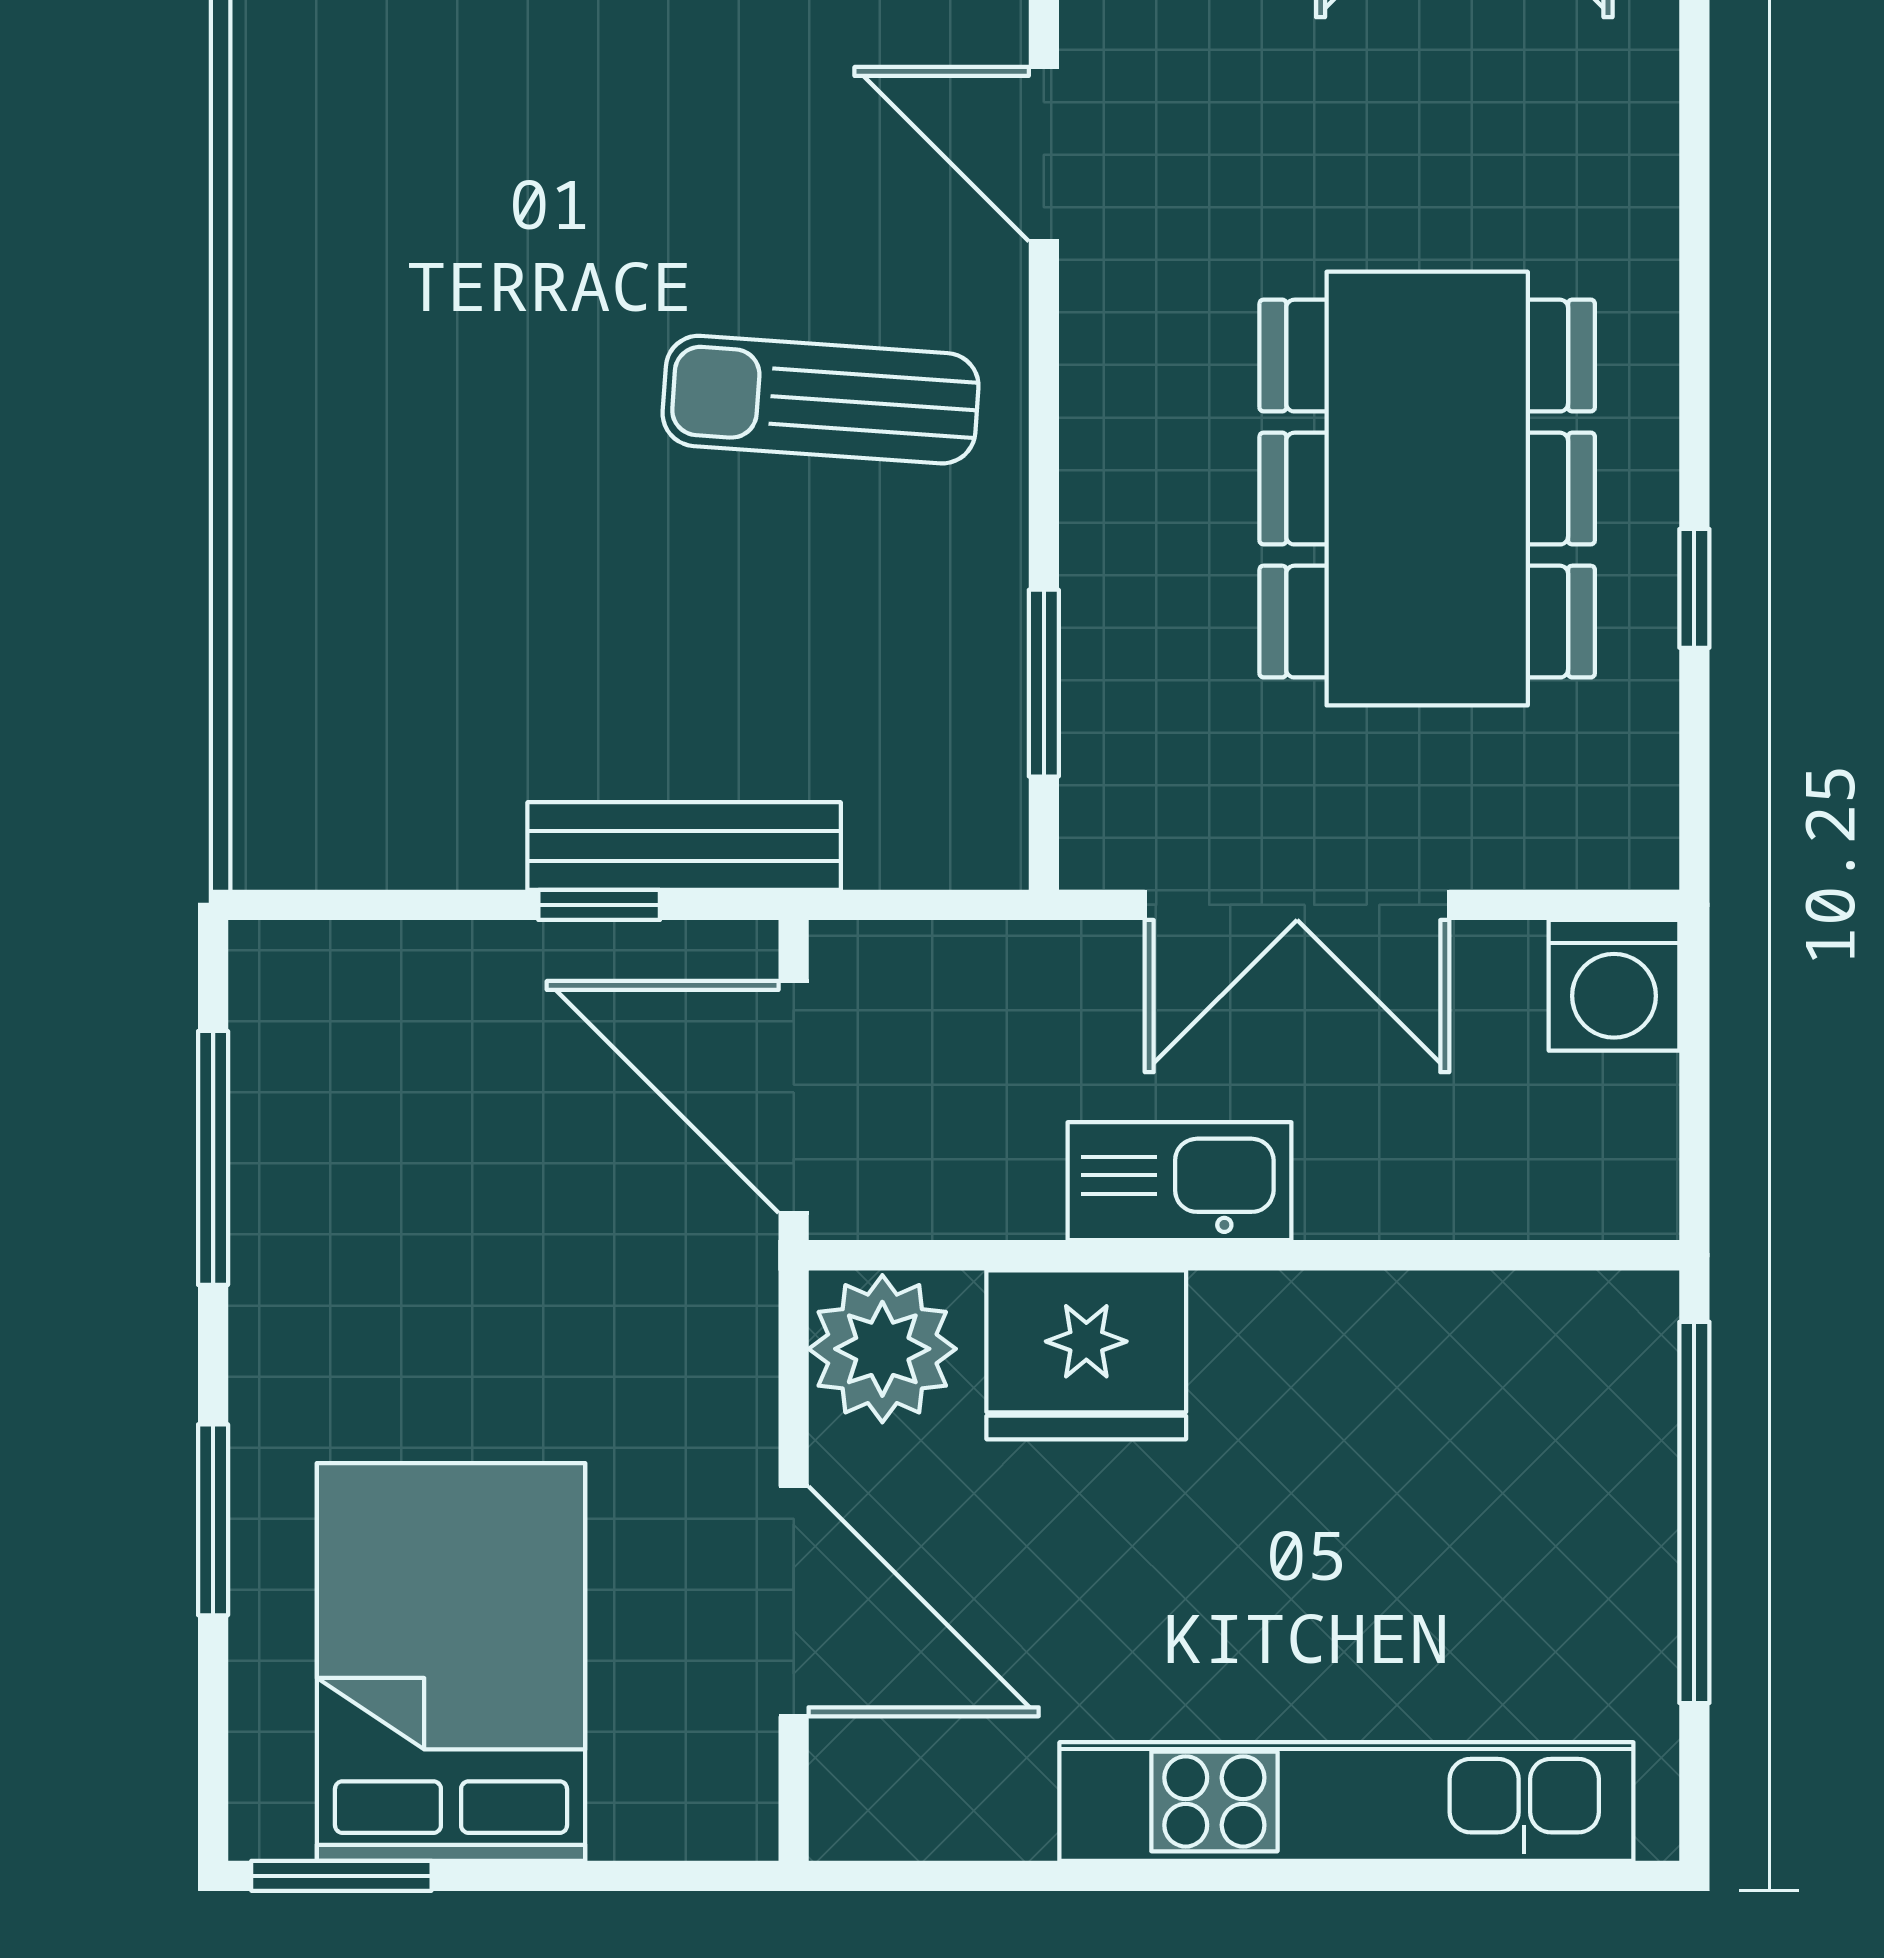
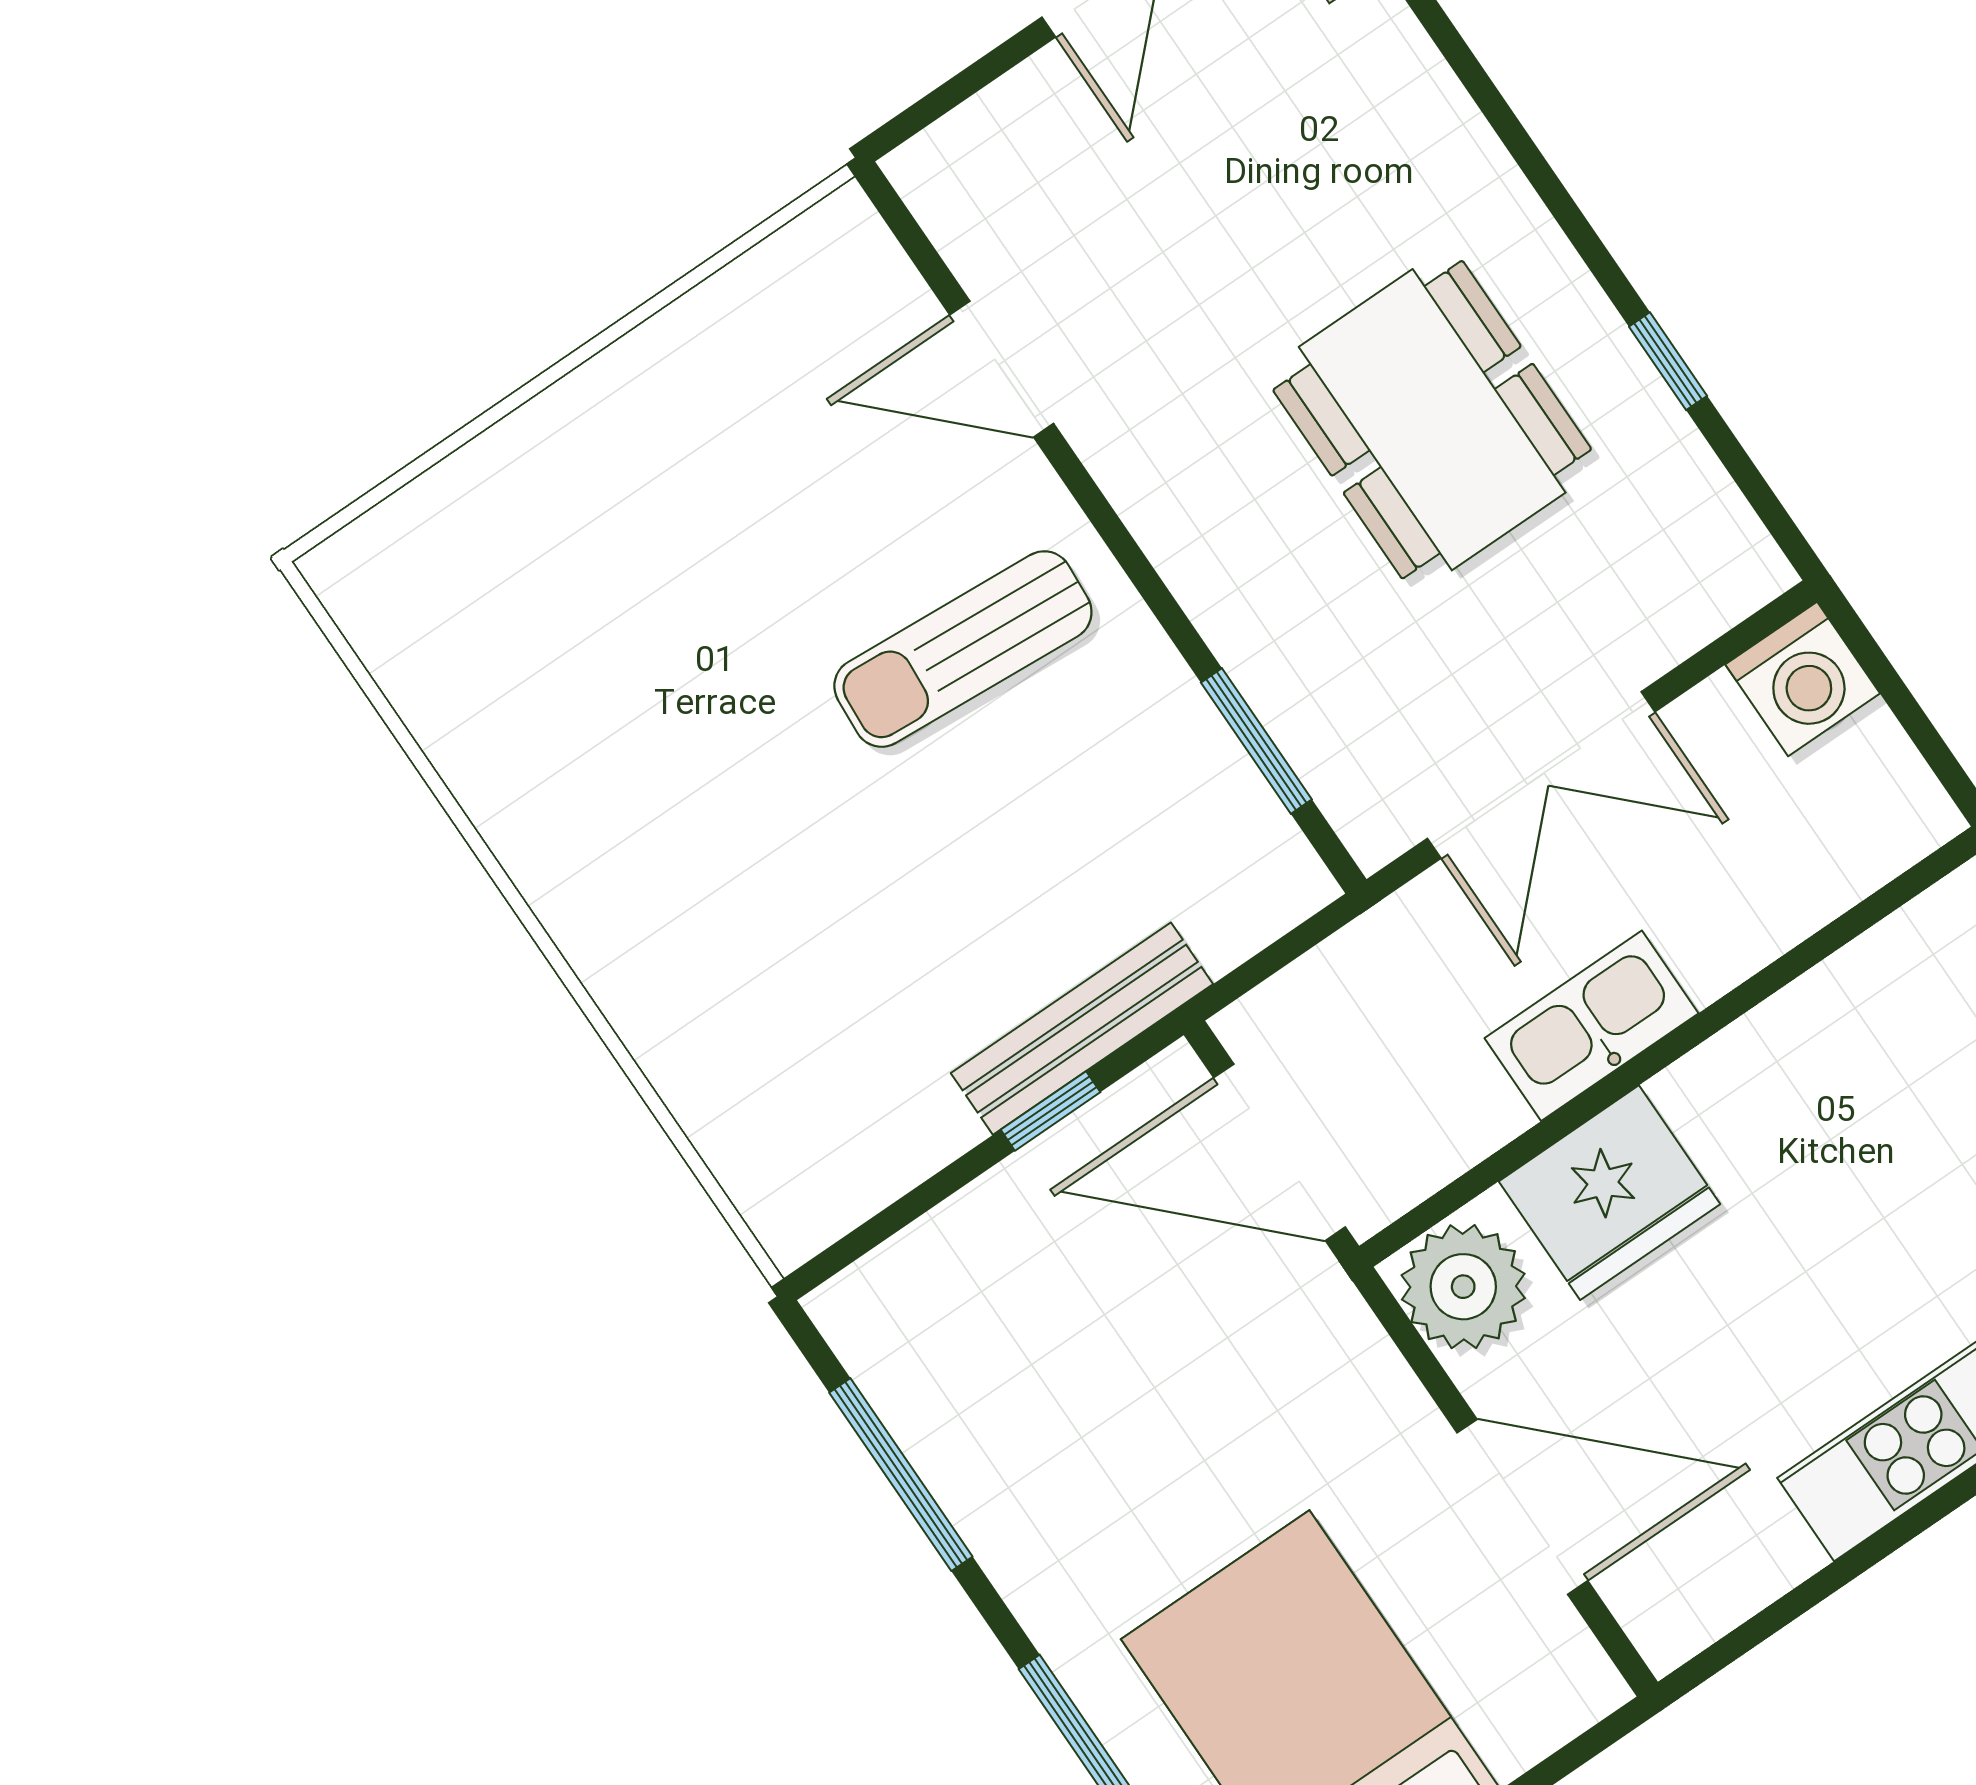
dining table: (1427, 489) -> (1432, 420), width x0.73, depth x0.80

